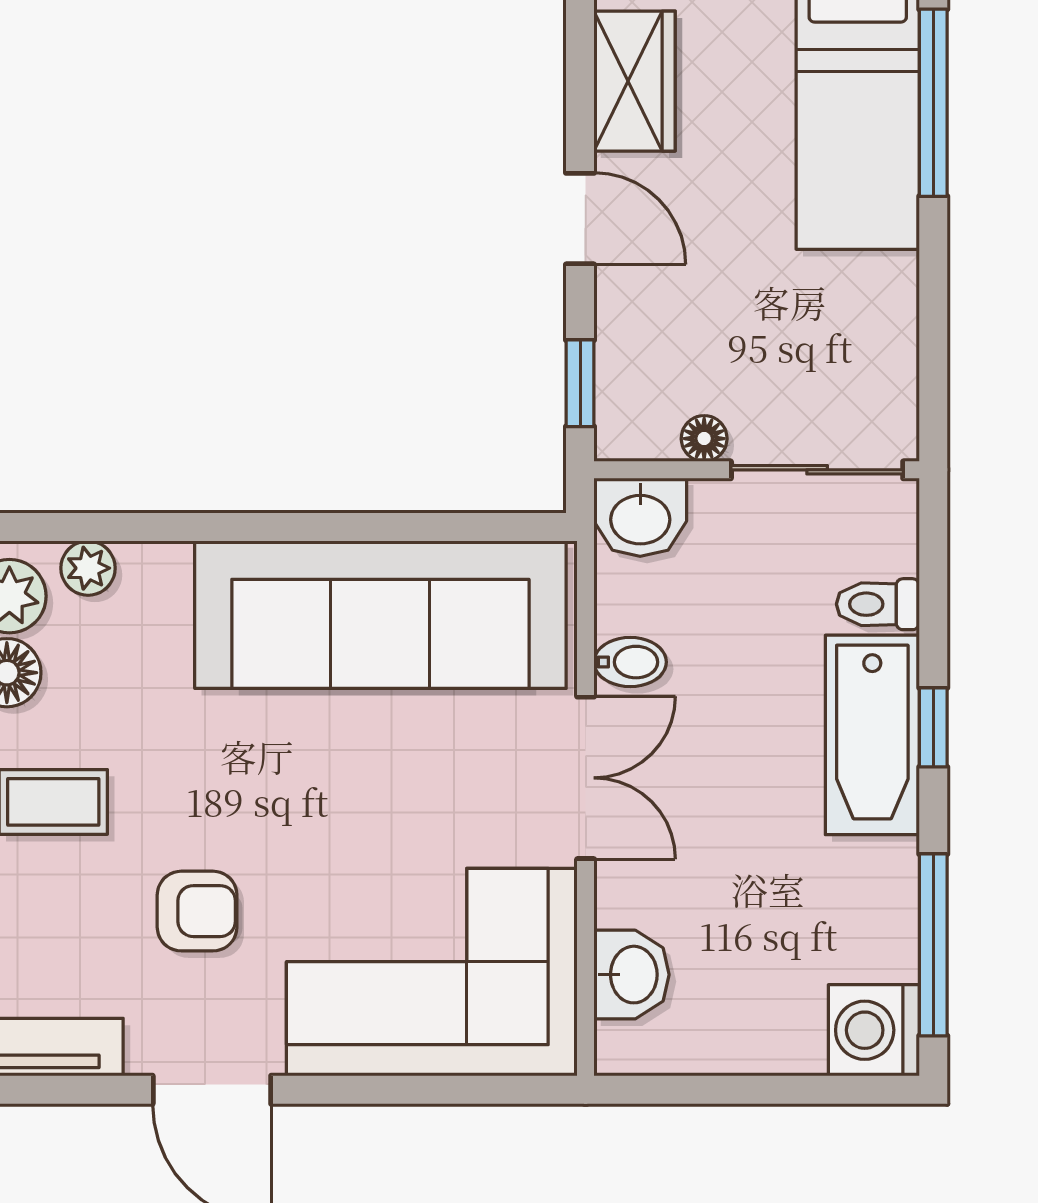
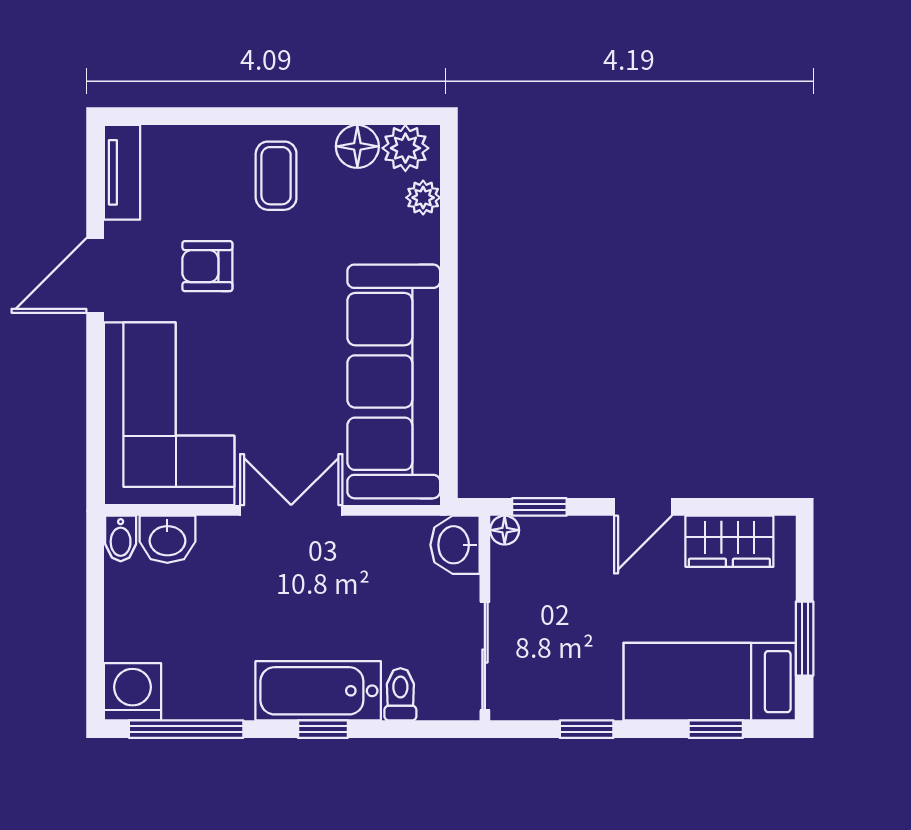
window: (933, 103) -> (716, 729), width x0.46
window: (933, 308) -> (587, 729), added
floor lamp: (704, 439) -> (505, 530), moved
bidet: (630, 662) -> (121, 539), moved
double door: (586, 778) -> (291, 510), swing flipped
armchair: (197, 911) -> (207, 266), turned 90

